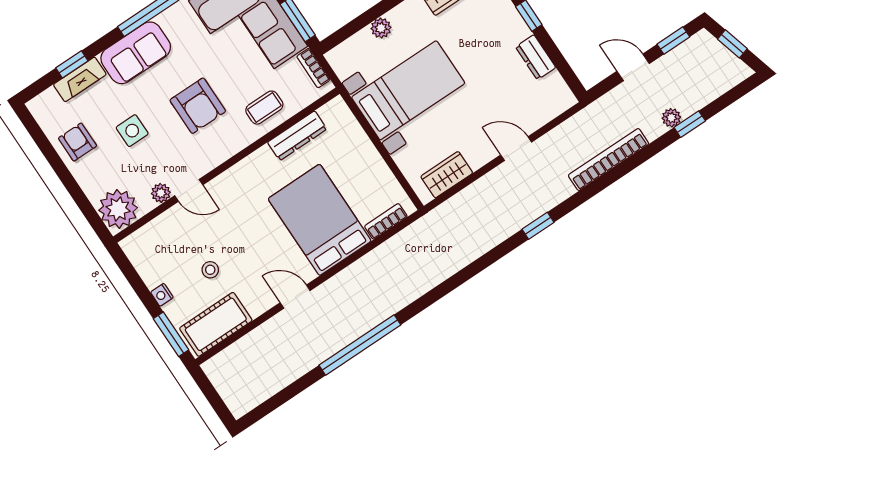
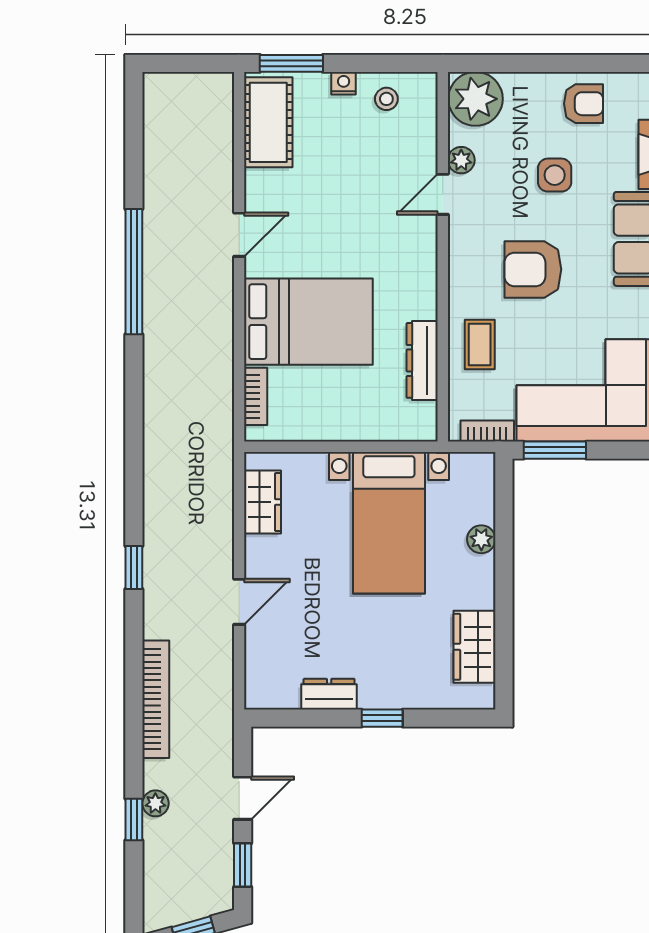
stool: (210, 270) -> (386, 99), moved

